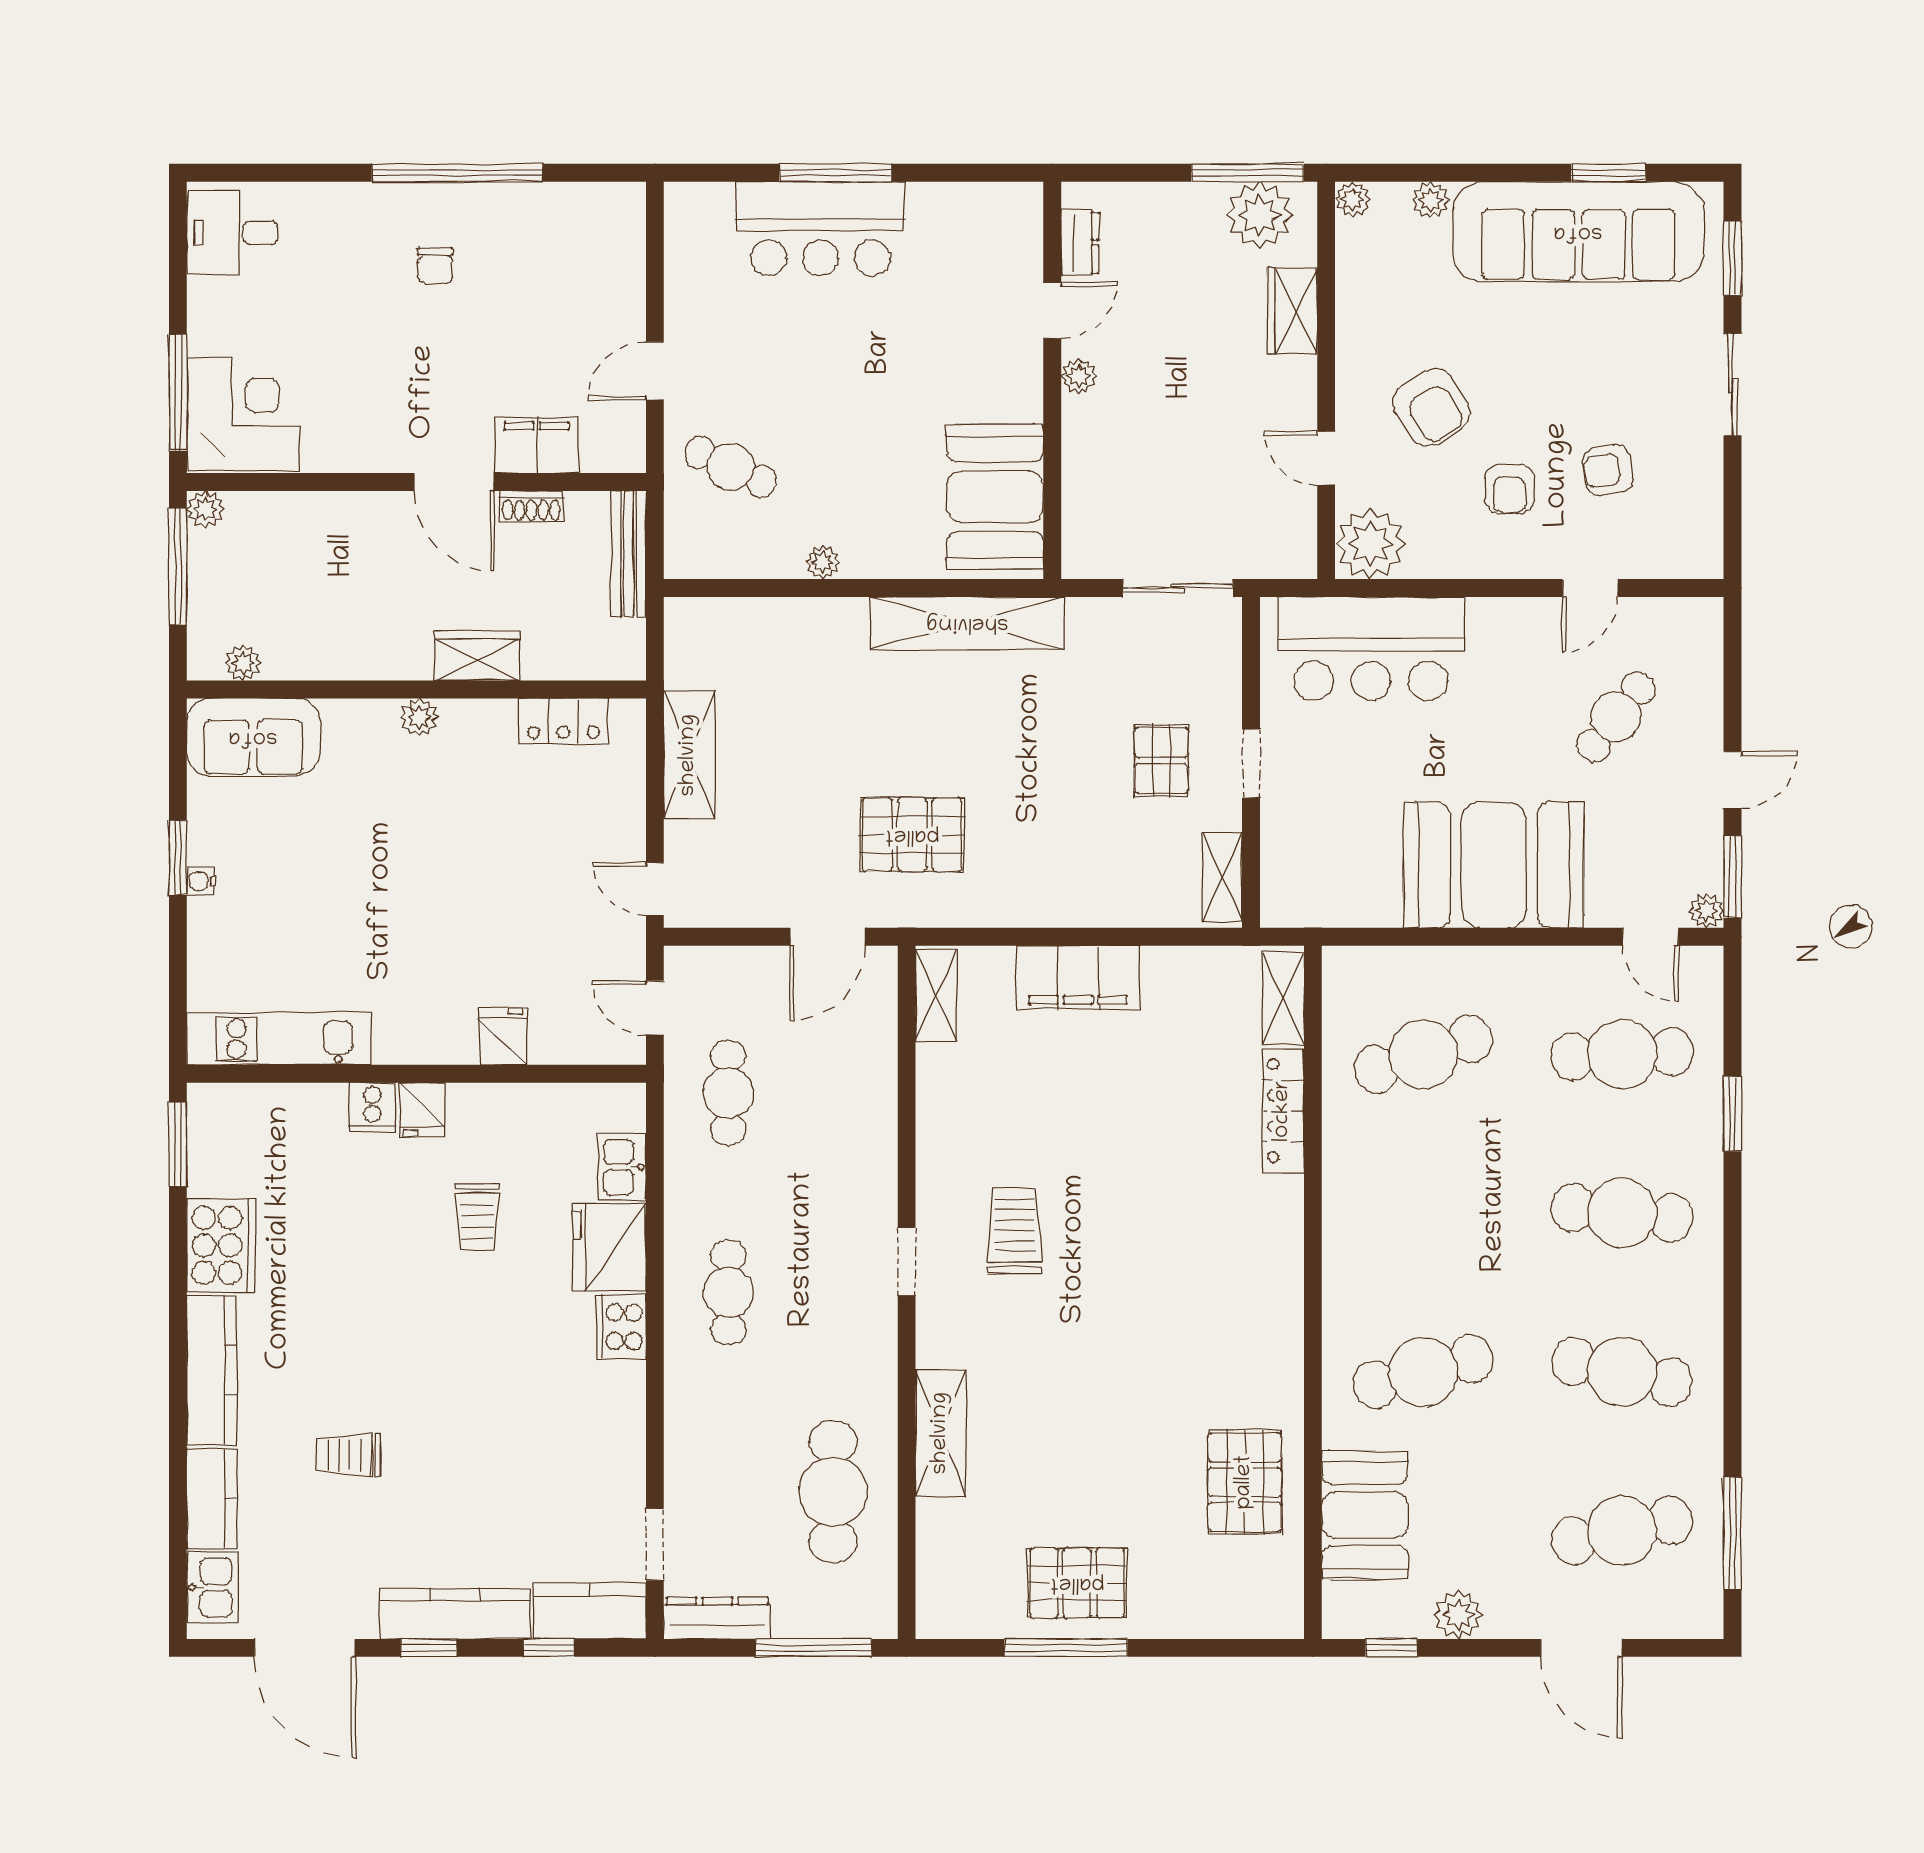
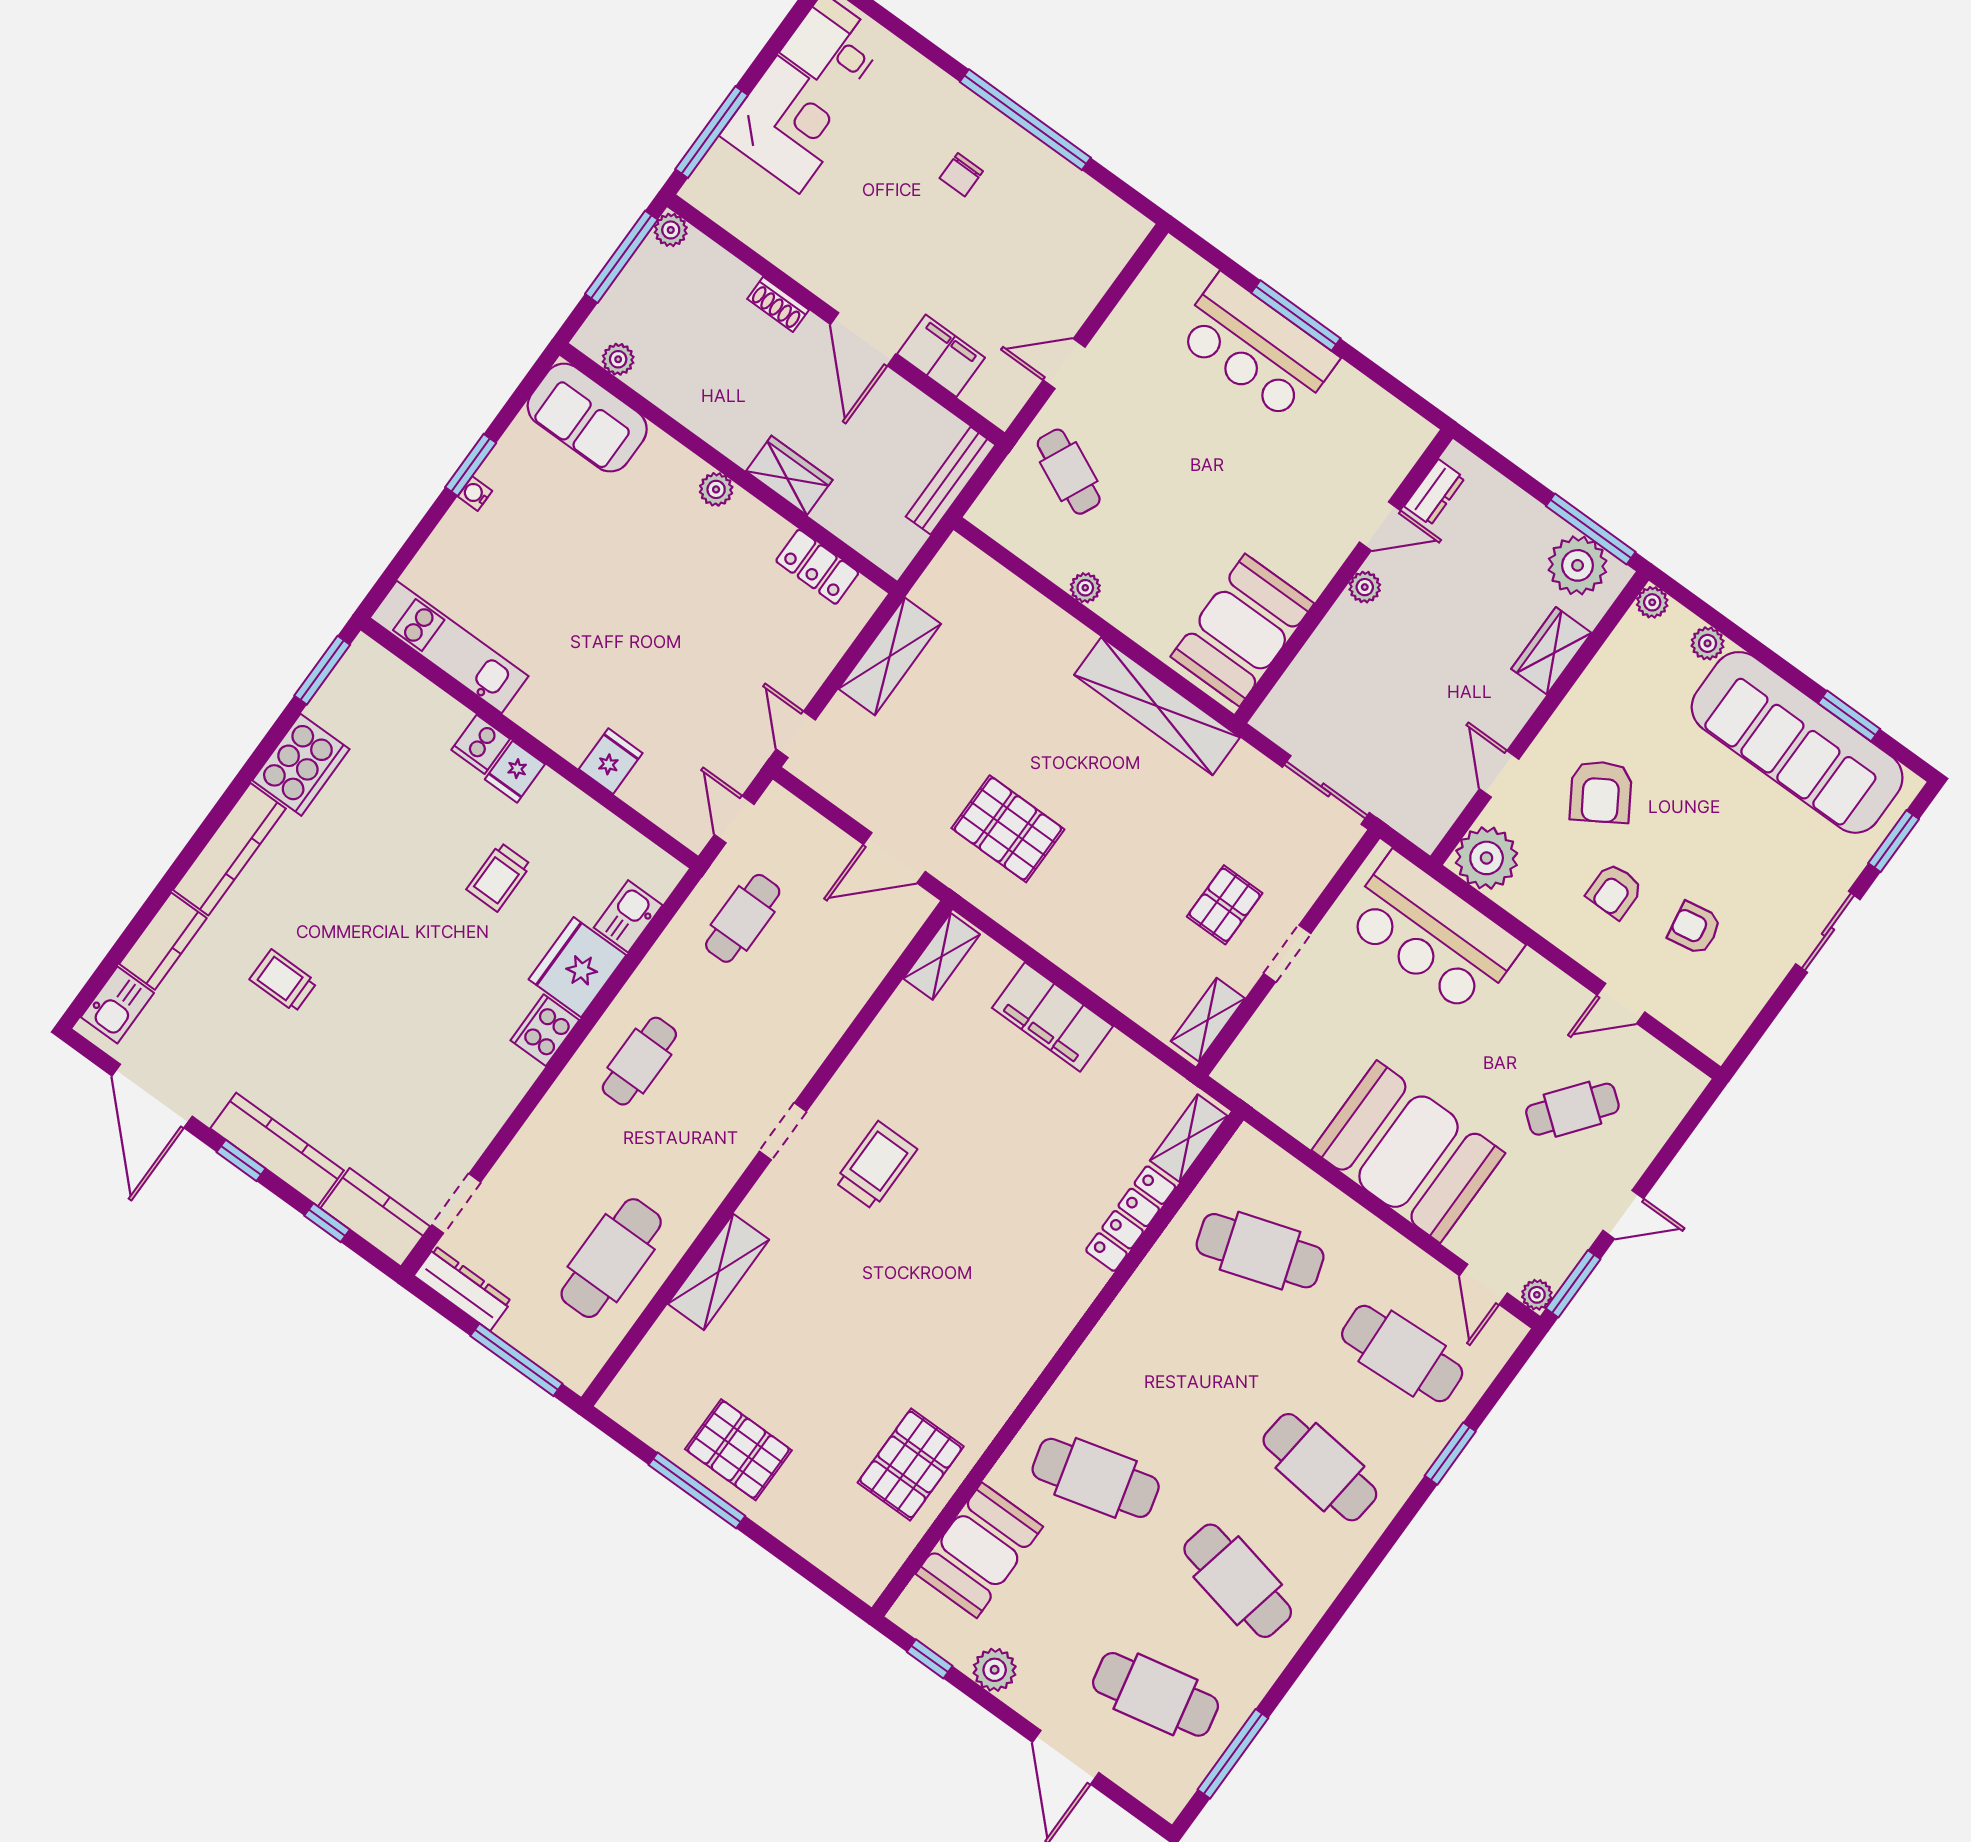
corner desk: (243, 415) -> (788, 125), moved
shoe rack: (531, 506) -> (778, 304), moved

